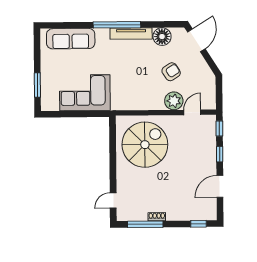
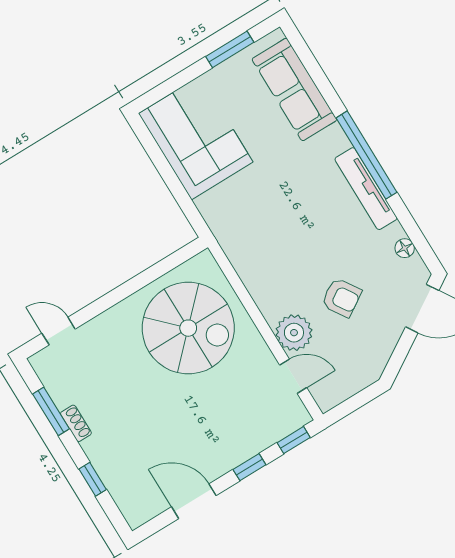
floor lamp: (162, 37) -> (405, 248), width x0.53, depth x0.53
window: (37, 85) -> (230, 49), moved
corner sofa: (85, 93) -> (196, 138), moved
window: (145, 224) -> (51, 411), width x0.69
window: (198, 224) -> (93, 479), moved

